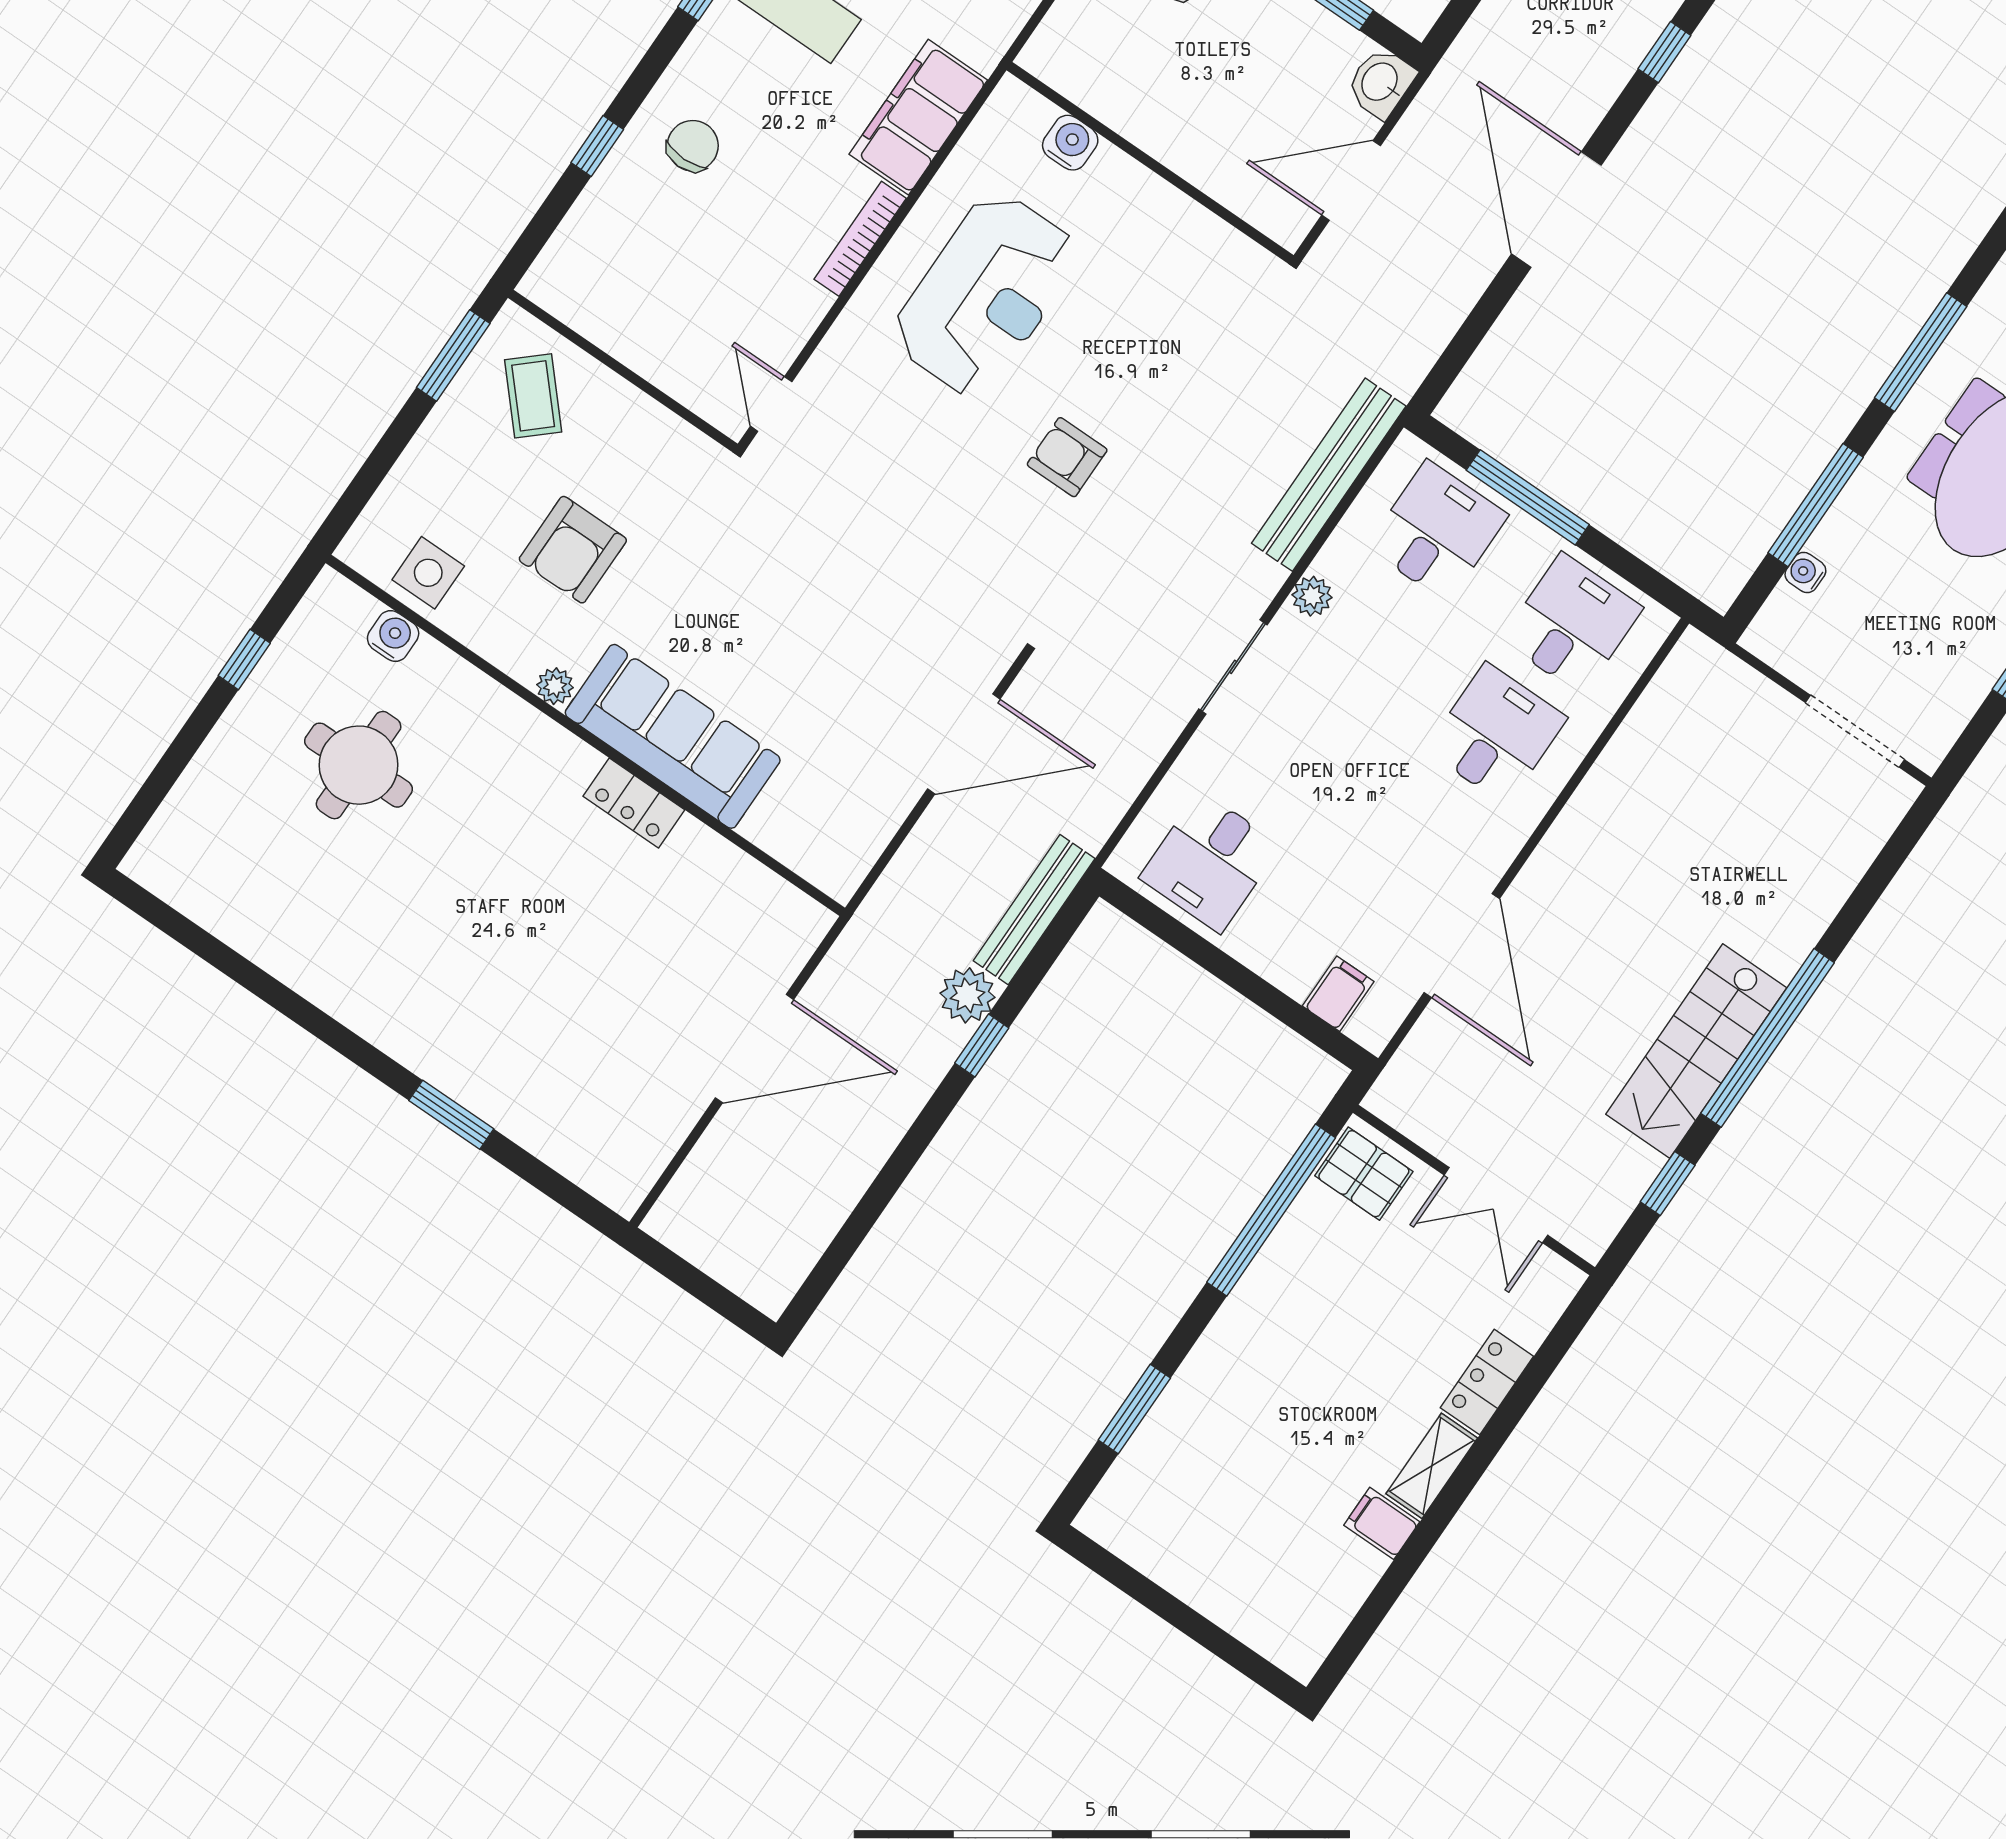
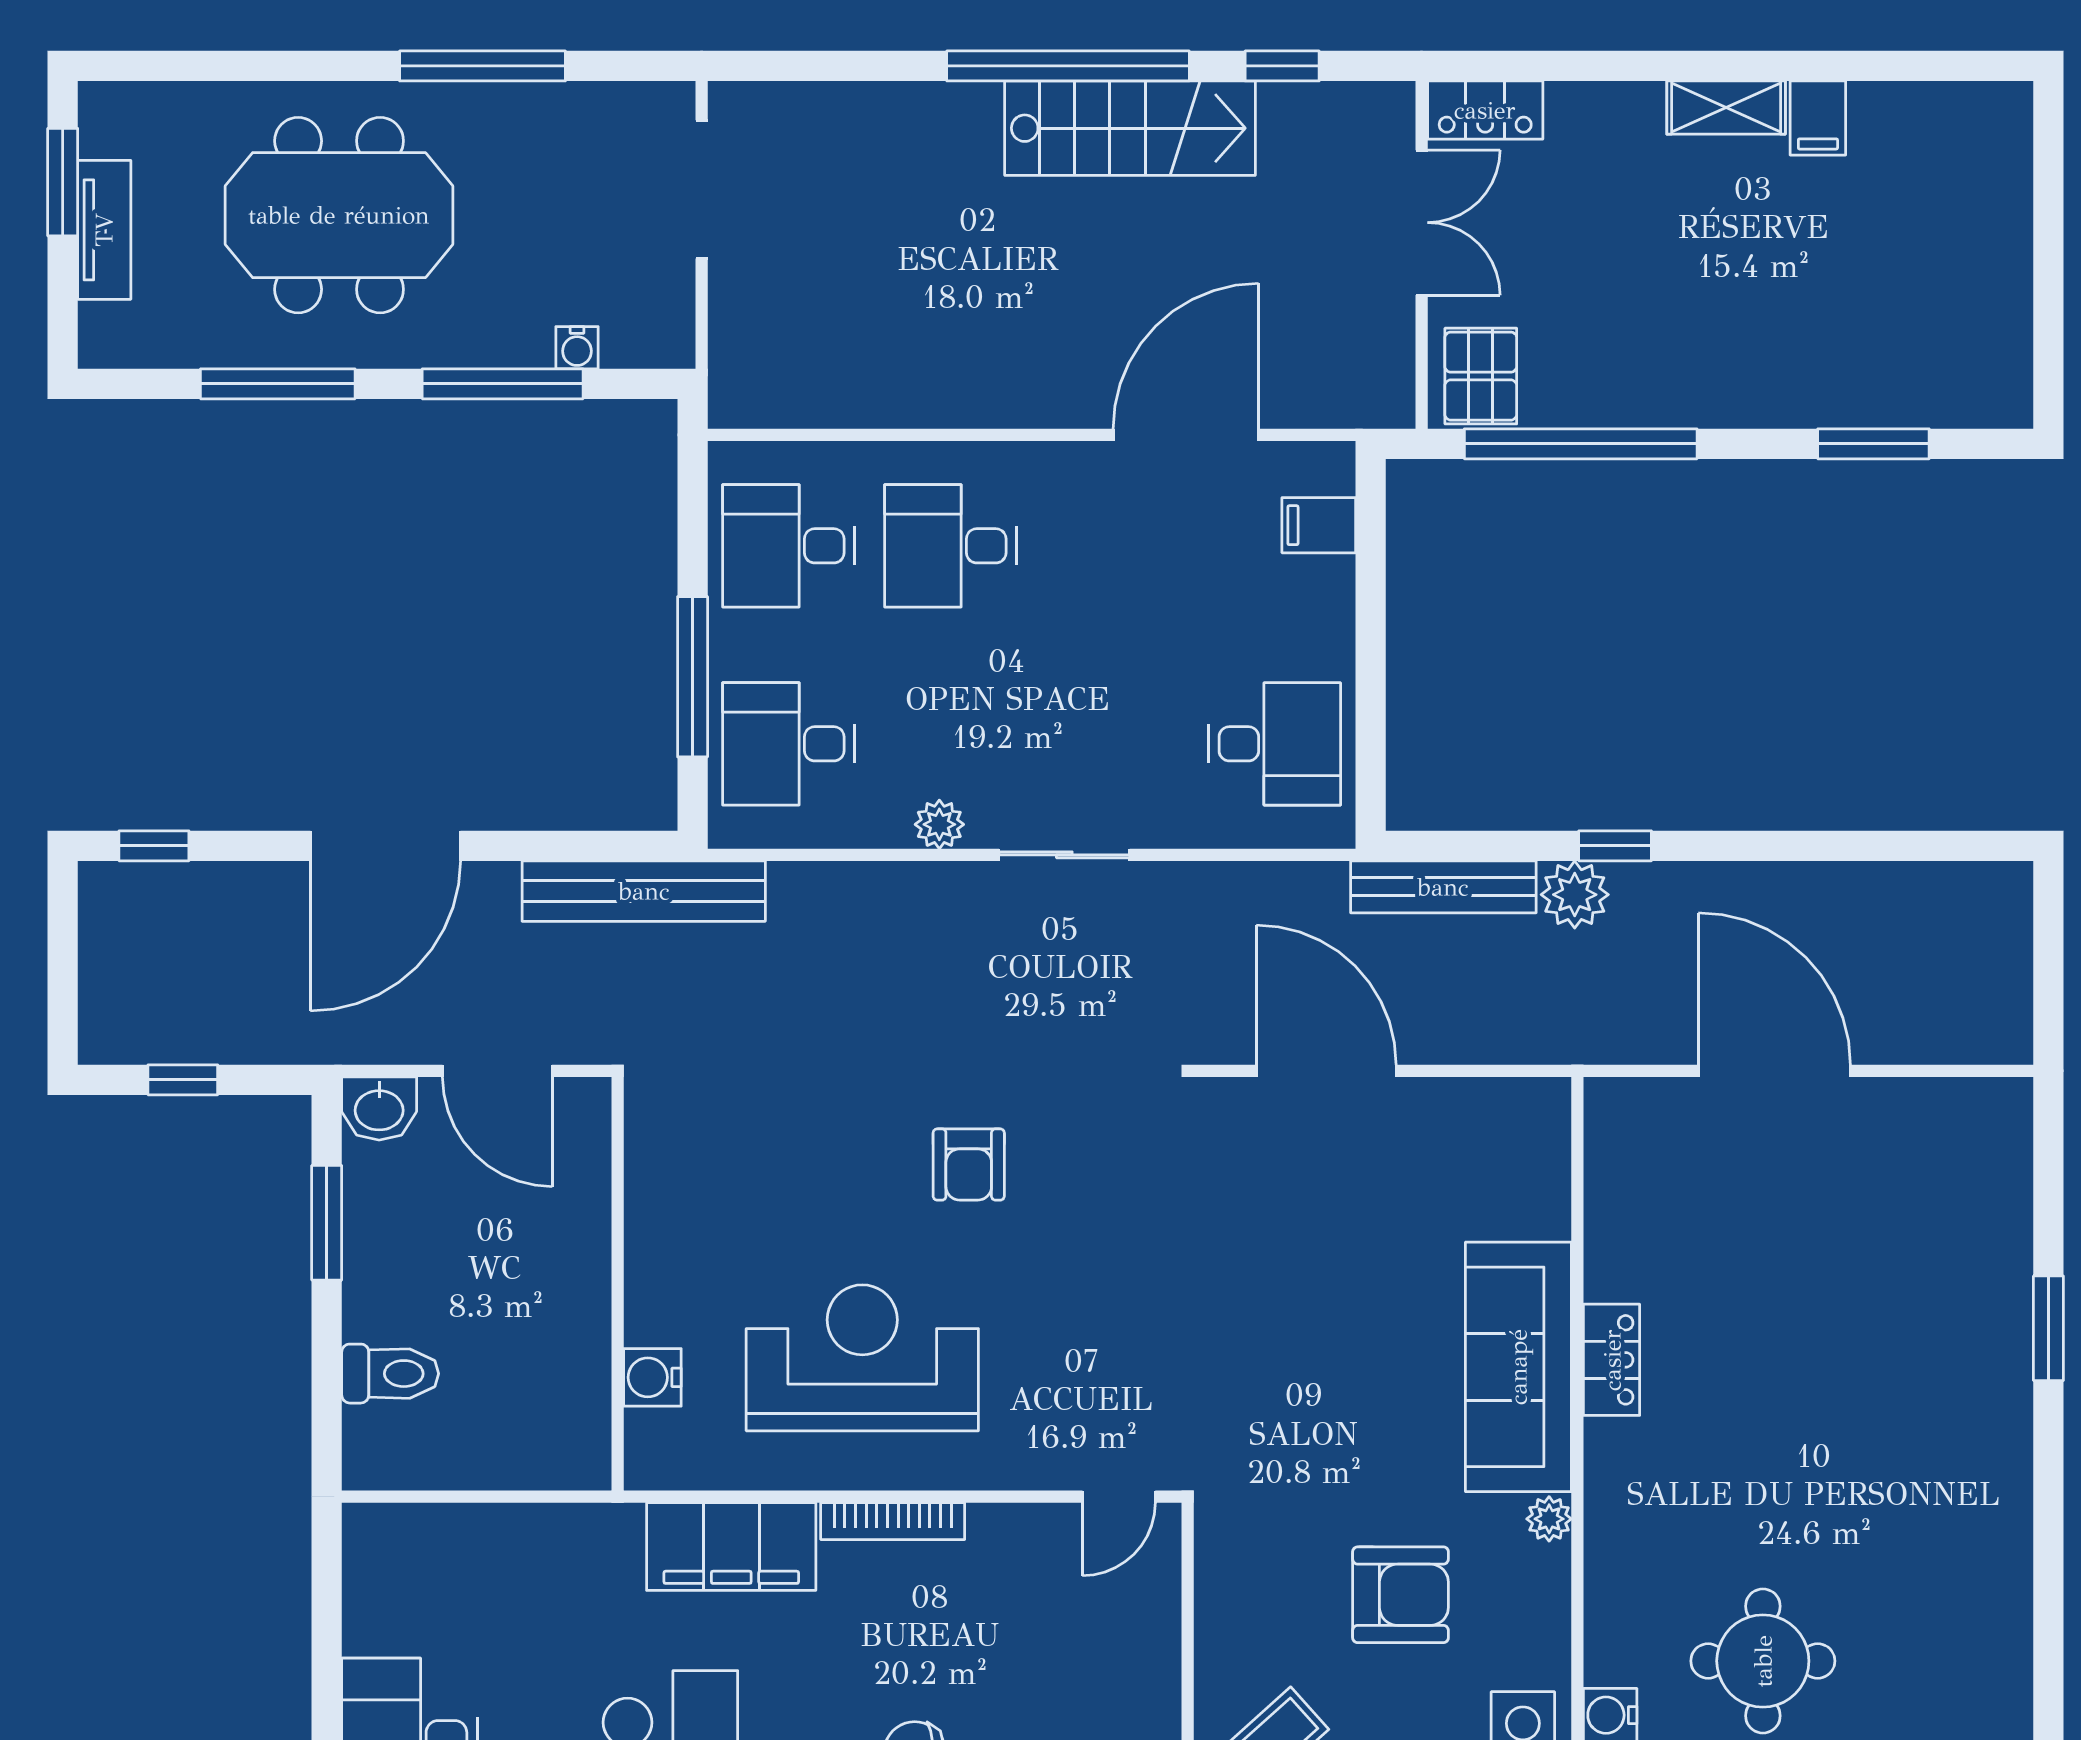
bench: (1329, 475) -> (644, 891), moved
locker: (1487, 1382) -> (1485, 110), moved

